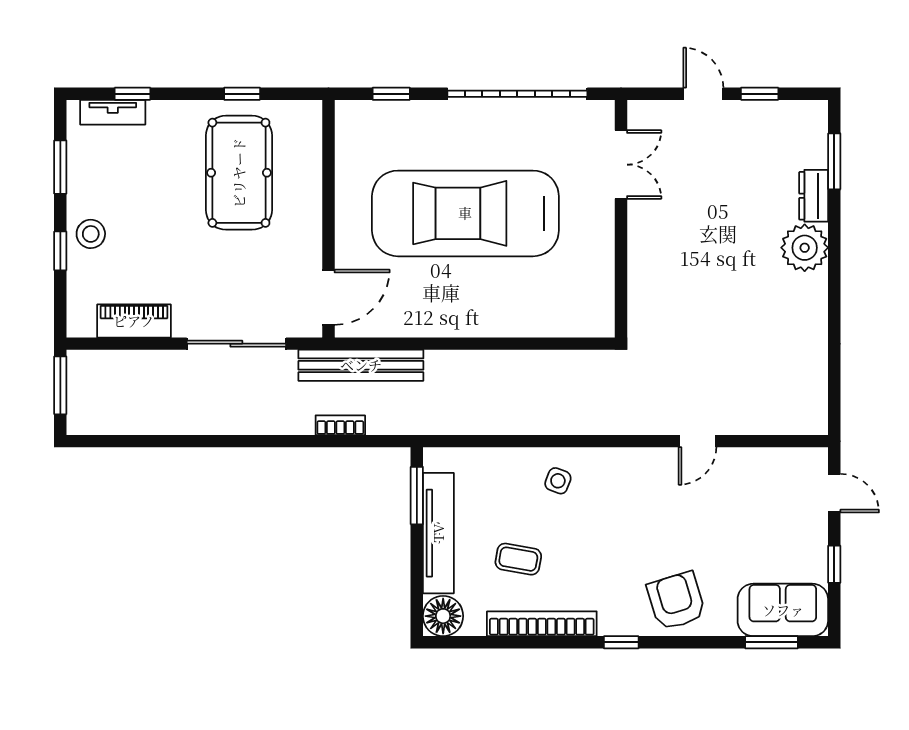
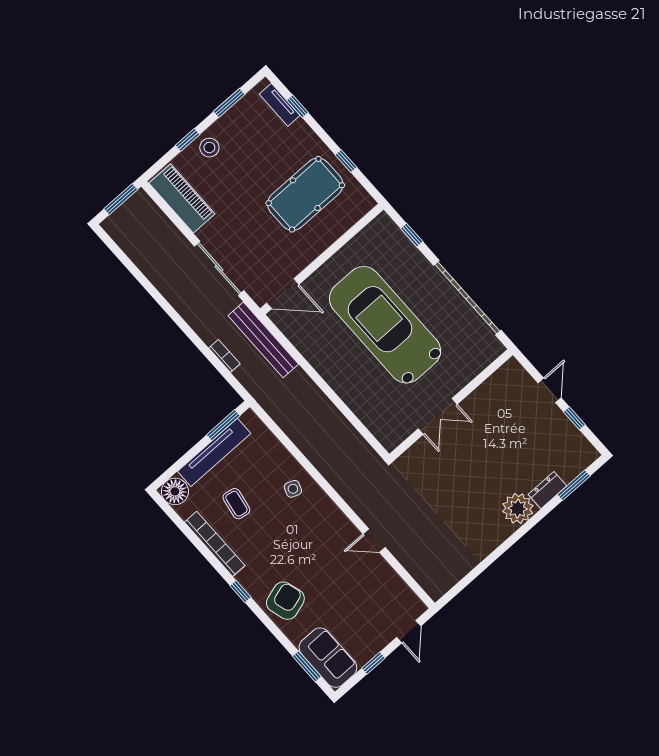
double door: (621, 165) -> (438, 416), moved
piano: (134, 321) -> (182, 198), width x1.37, depth x1.33

